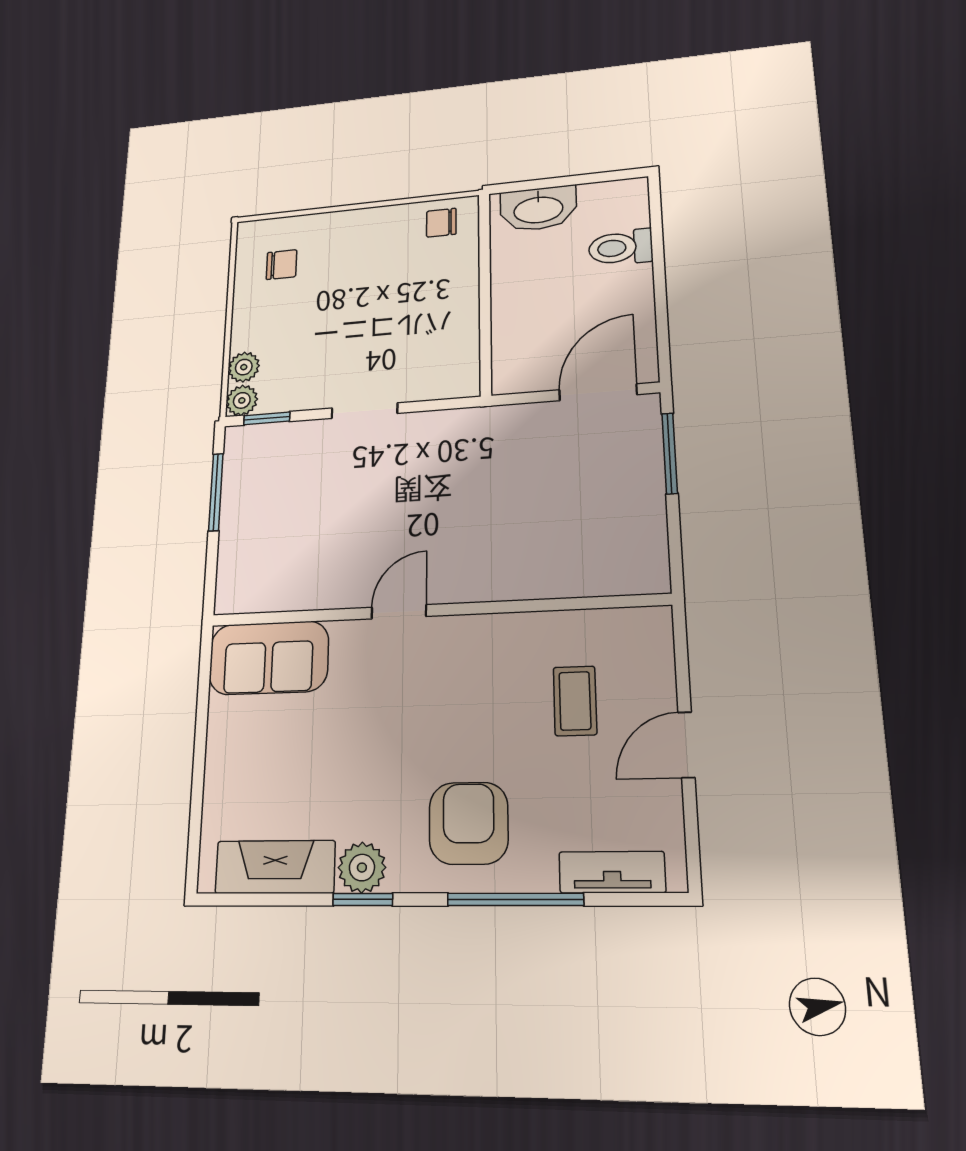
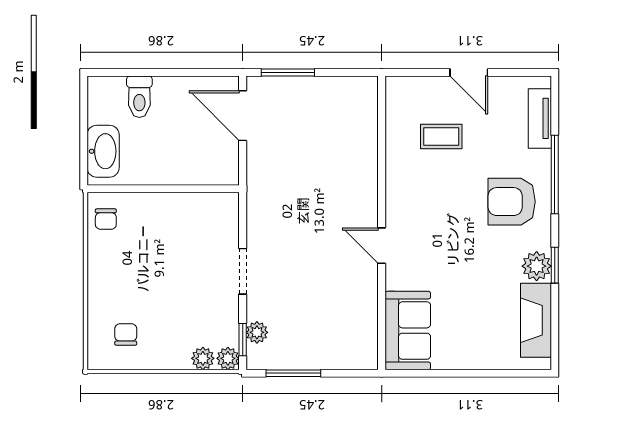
plant: (276, 437) -> (257, 332), added

